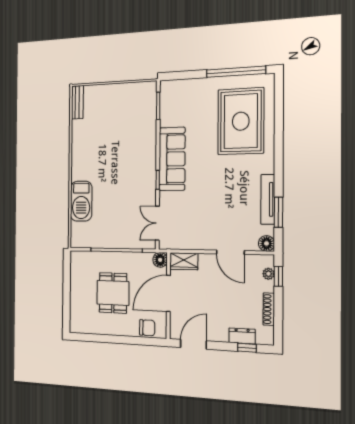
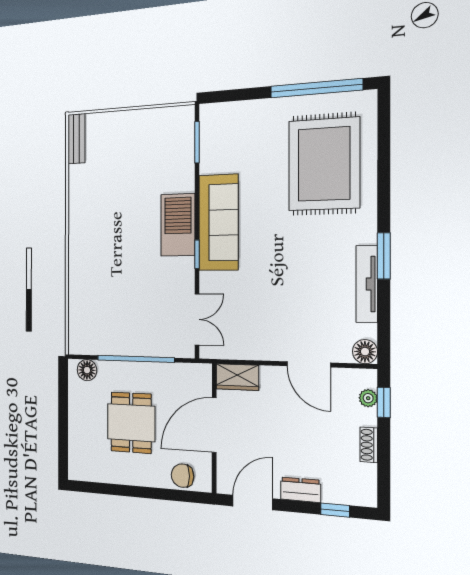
barbecue: (81, 201) -> (178, 225), moved, turned 180
window: (279, 212) -> (384, 256), moved
double door: (157, 223) -> (197, 319), swing flipped
floor lamp: (160, 260) -> (87, 370), moved
shoe rack: (269, 309) -> (369, 445), width x0.70
chair: (147, 328) -> (183, 476), turned 180
dresser: (242, 336) -> (301, 490), moved

